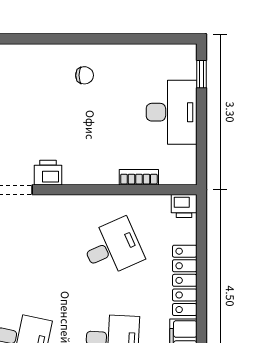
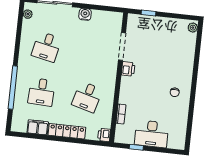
window: (201, 74) -> (136, 147), moved
desk: (112, 248) -> (87, 97), turned 39

